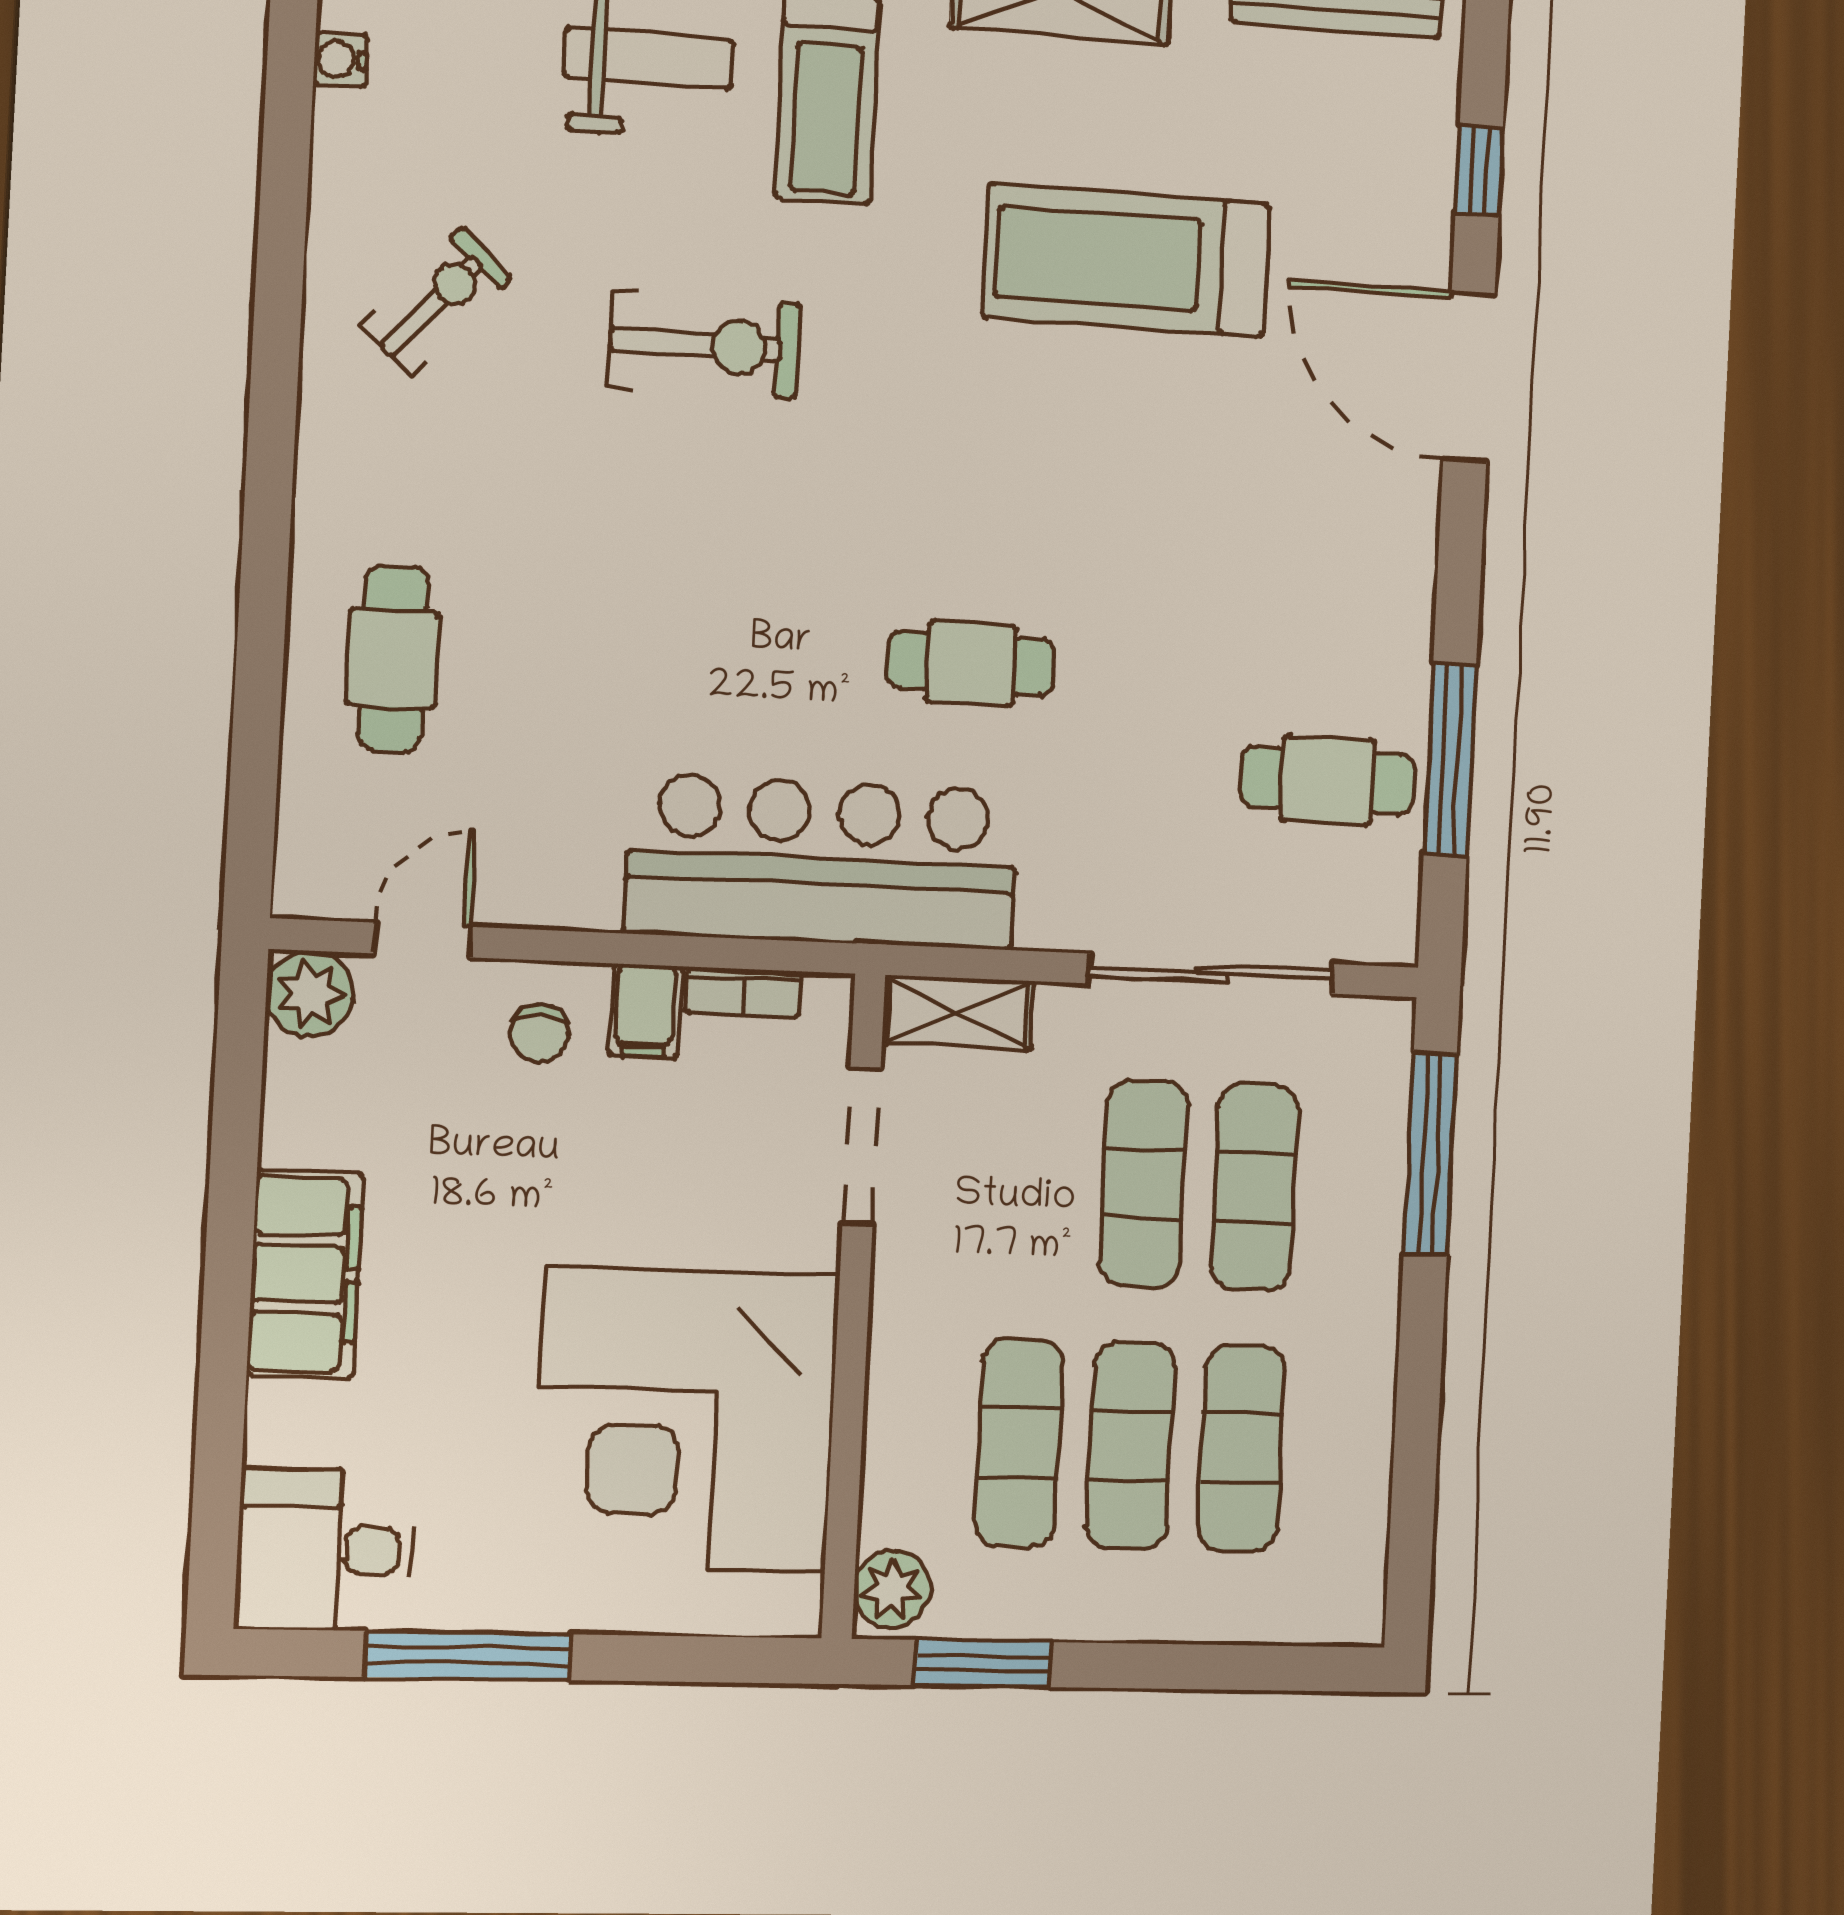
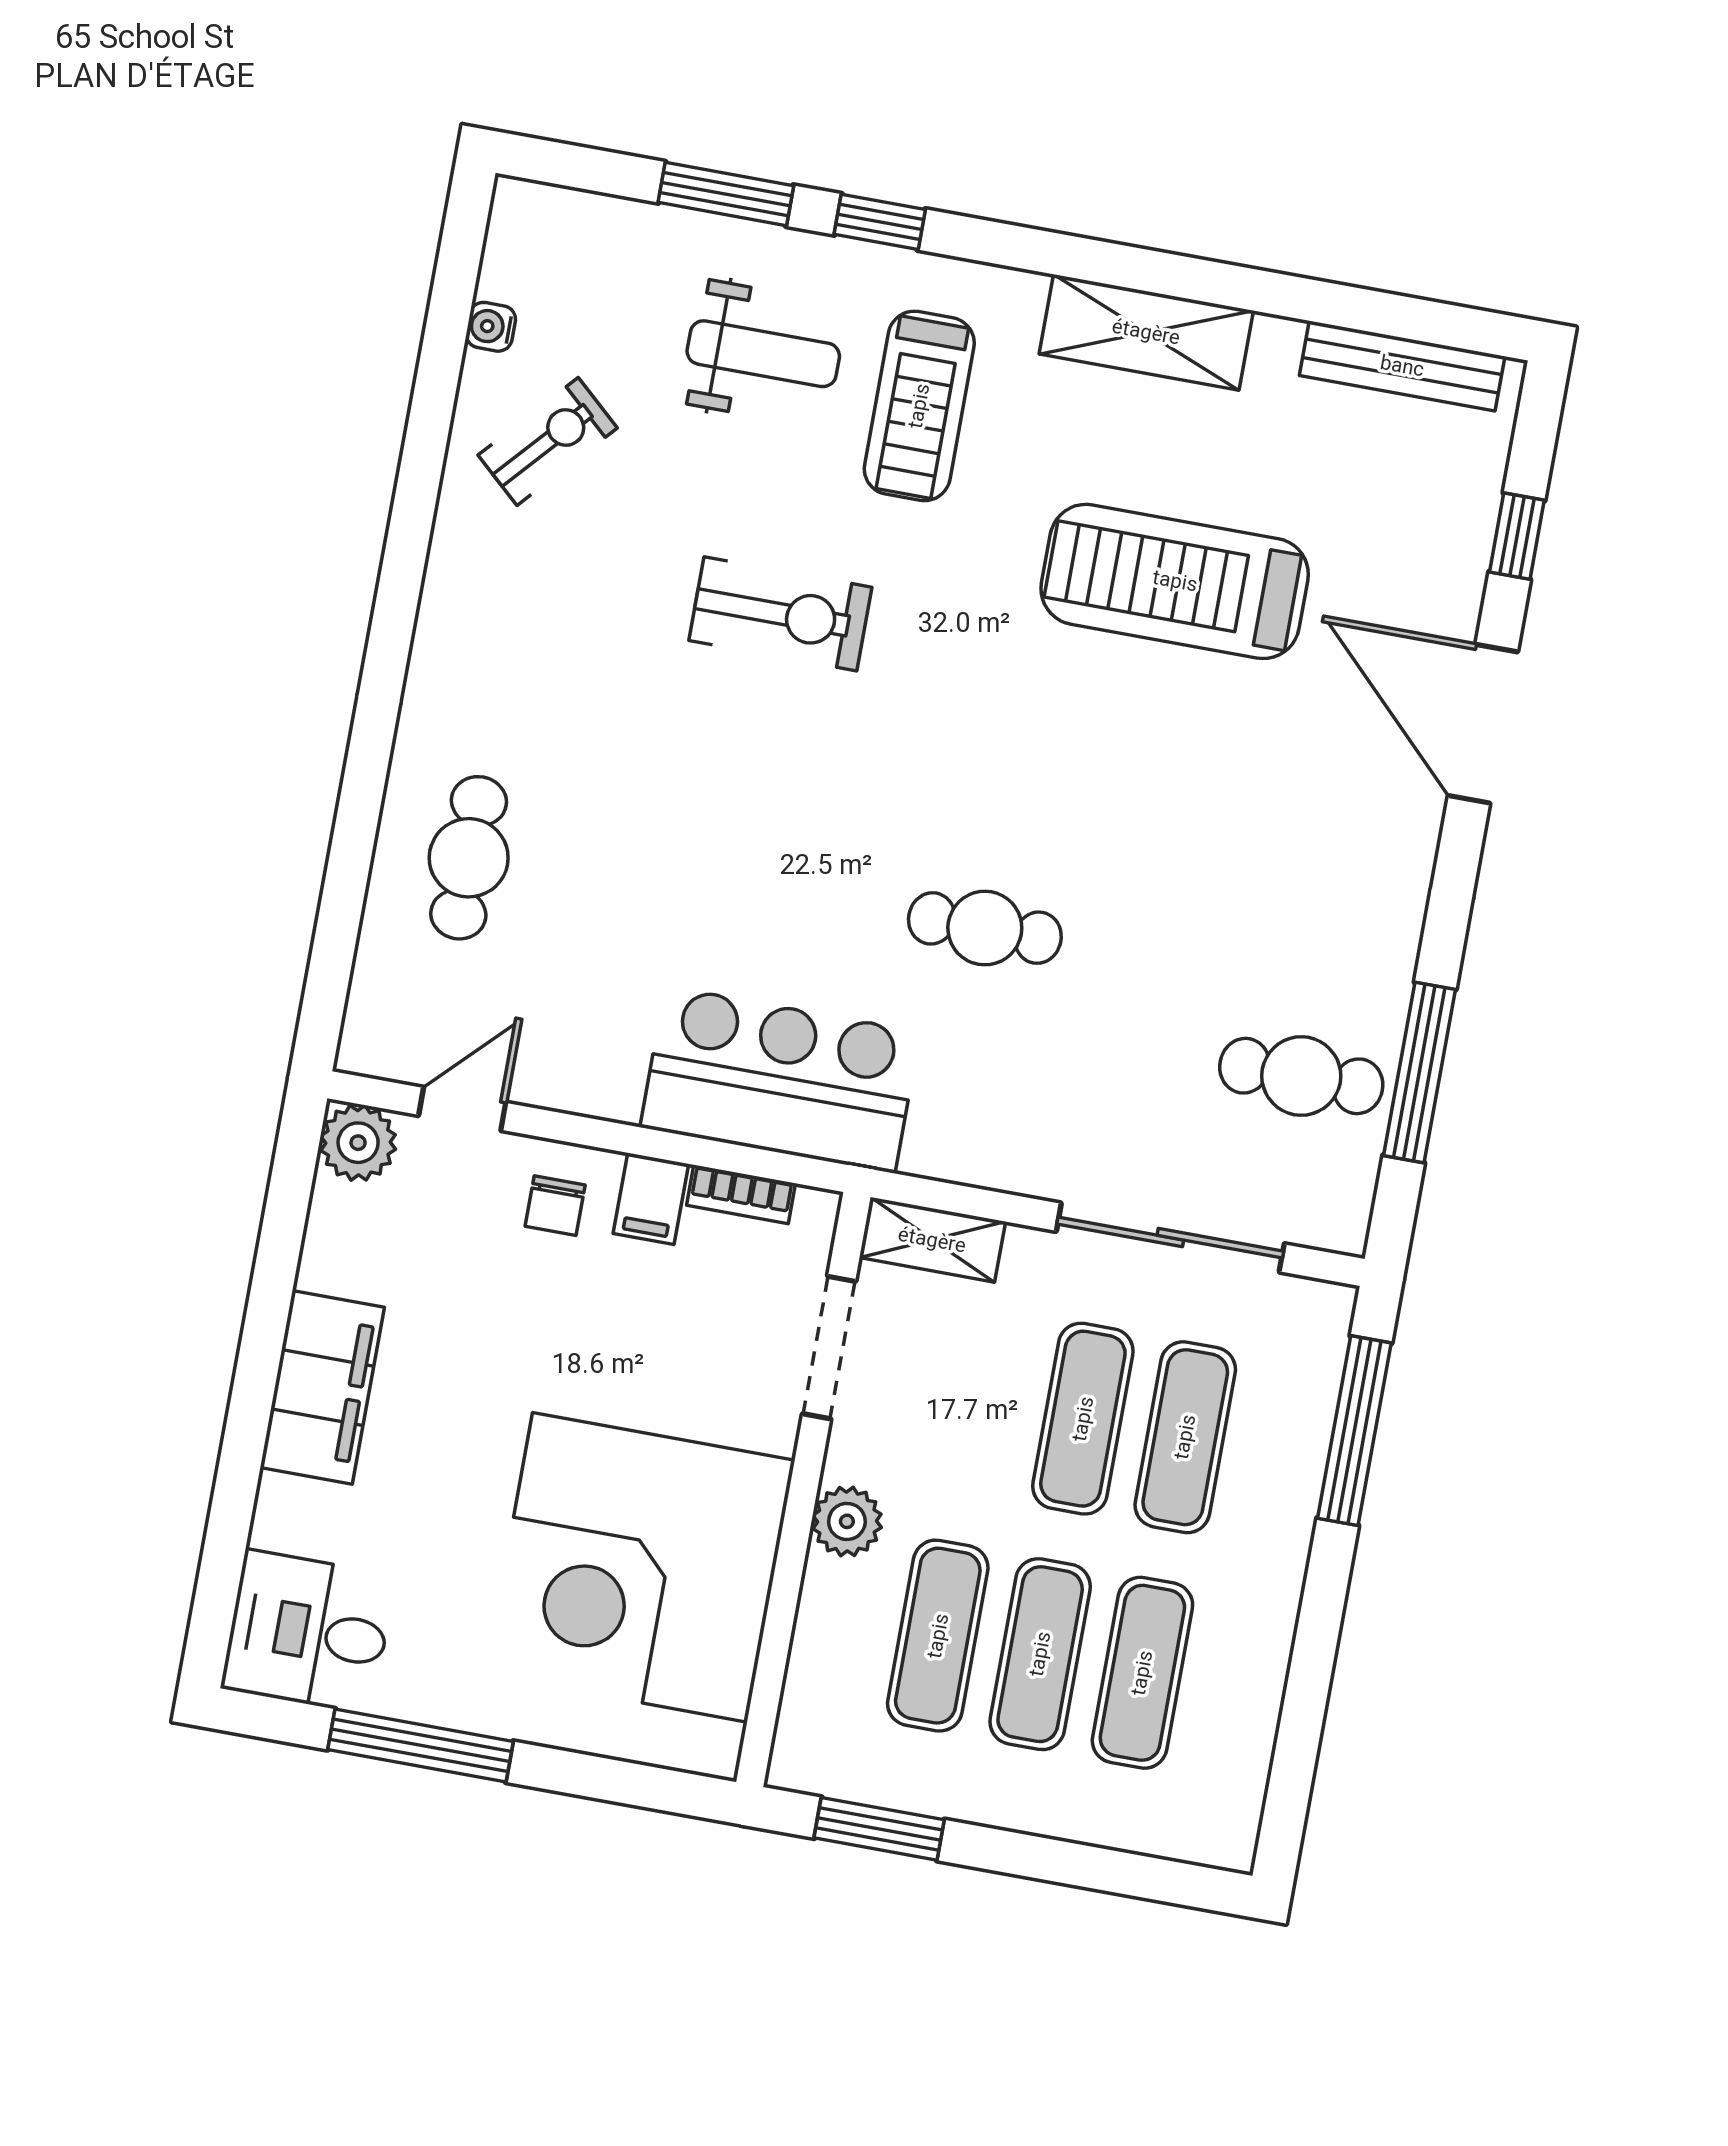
exercise bike: (436, 302) -> (548, 441), moved
bar counter: (822, 862) -> (780, 1080), width x0.73
plant: (892, 1589) -> (847, 1521), moved

